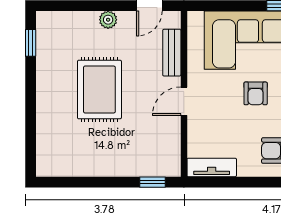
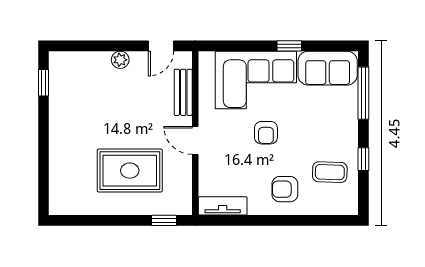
rug: (99, 90) -> (130, 171), moved, turned 90
door: (184, 101) -> (195, 140), hinge flipped

